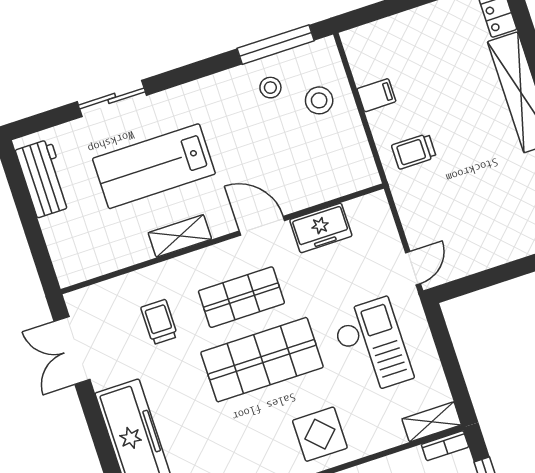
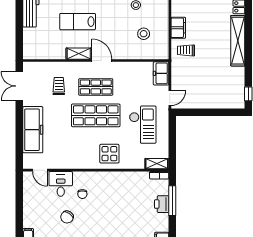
filing cabinet: (376, 95) -> (178, 28), width x2.00
stool: (319, 100) -> (144, 34), moved
lab bench: (154, 166) -> (78, 22), width x0.73, depth x0.72
door: (262, 226) -> (102, 60), moved
freezer: (321, 228) -> (161, 73), moved, turned 90

